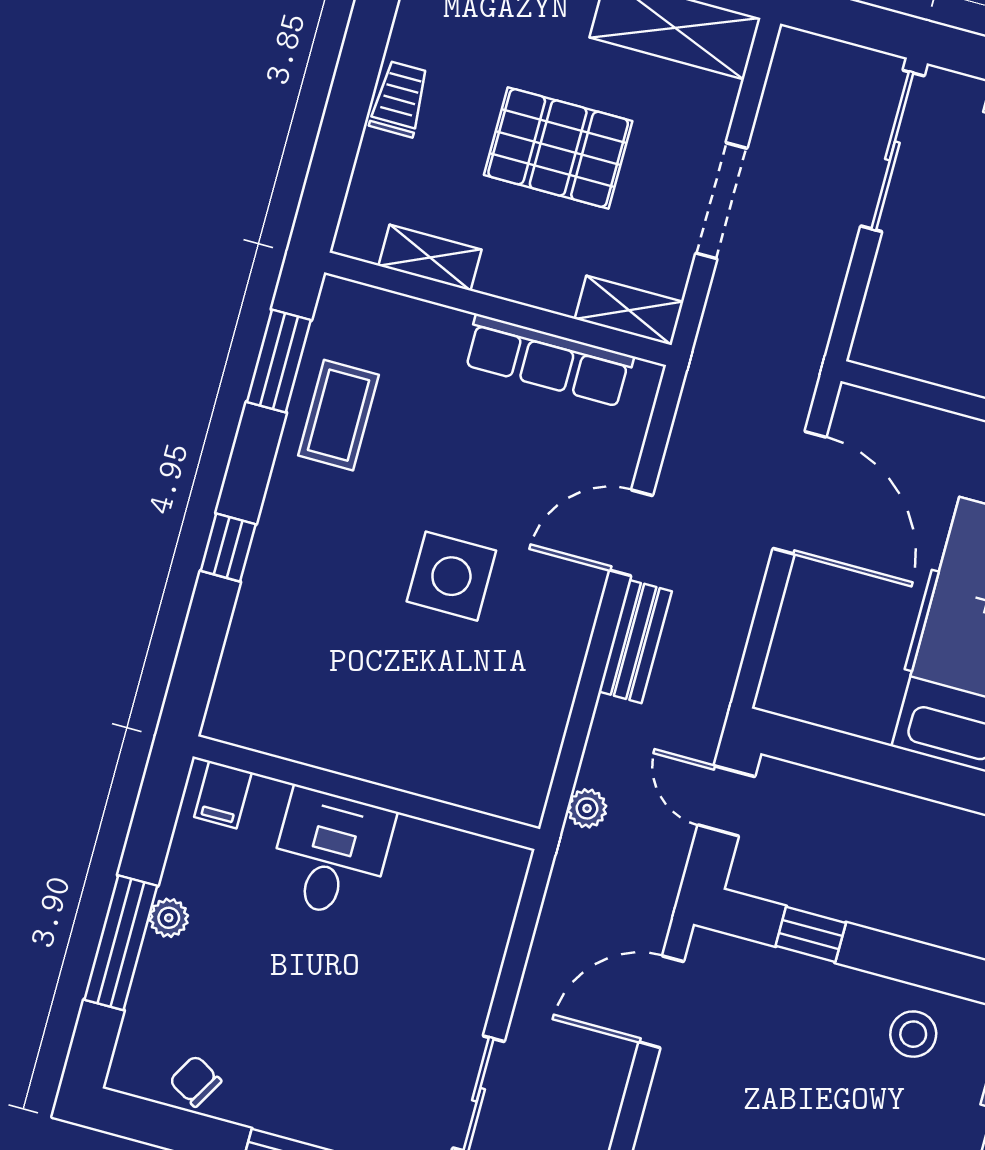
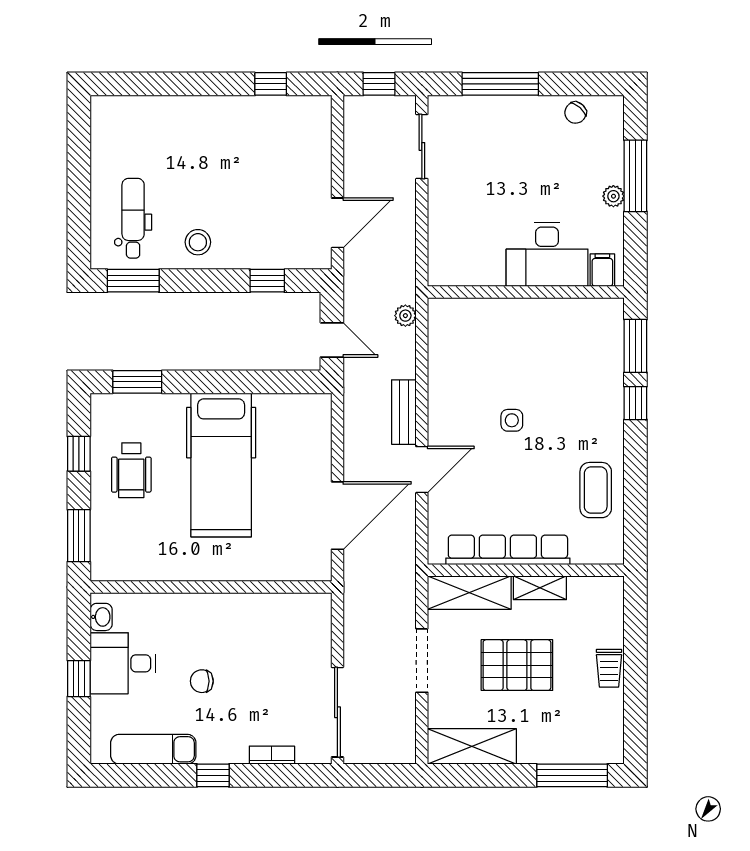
shelving: (430, 258) -> (540, 588), moved
shelving: (629, 310) -> (469, 593), width x1.50, depth x1.33
row of seats: (548, 360) -> (508, 550), width x1.36
window: (279, 361) -> (635, 346), moved
door: (800, 493) -> (337, 516), swing flipped
side table: (451, 576) -> (512, 420), width x0.54, depth x0.54
desk: (331, 854) -> (547, 254), width x1.37
chair: (195, 1081) -> (575, 113), turned 102

